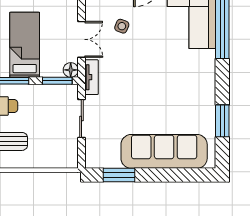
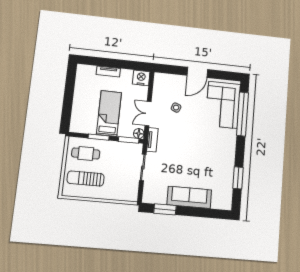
double door: (81, 39) -> (148, 114), swing flipped
sofa: (164, 151) -> (189, 197), width x0.74, depth x0.79

